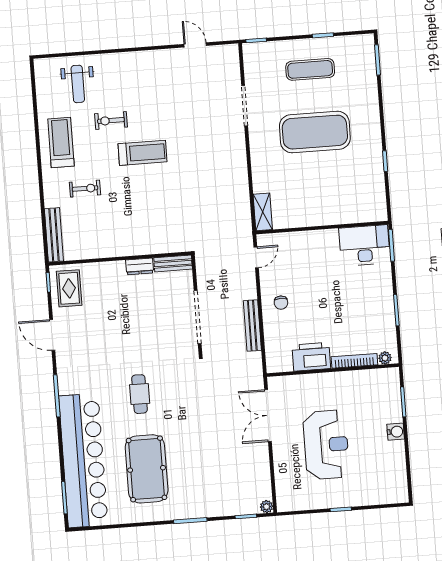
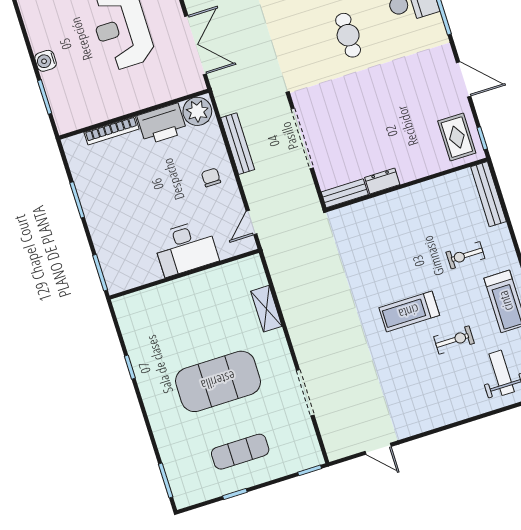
shelving: (263, 212) -> (266, 309), moved
desk: (364, 245) -> (186, 248), moved
plant: (385, 358) -> (197, 111), moved, width x1.88, depth x1.88

